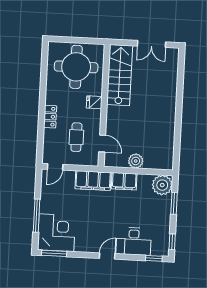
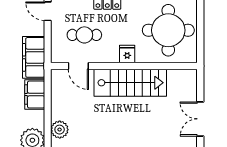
stairs: (120, 75) -> (130, 83), moved
door: (102, 144) -> (78, 66), hinge flipped
plant: (136, 161) -> (60, 130), moved

